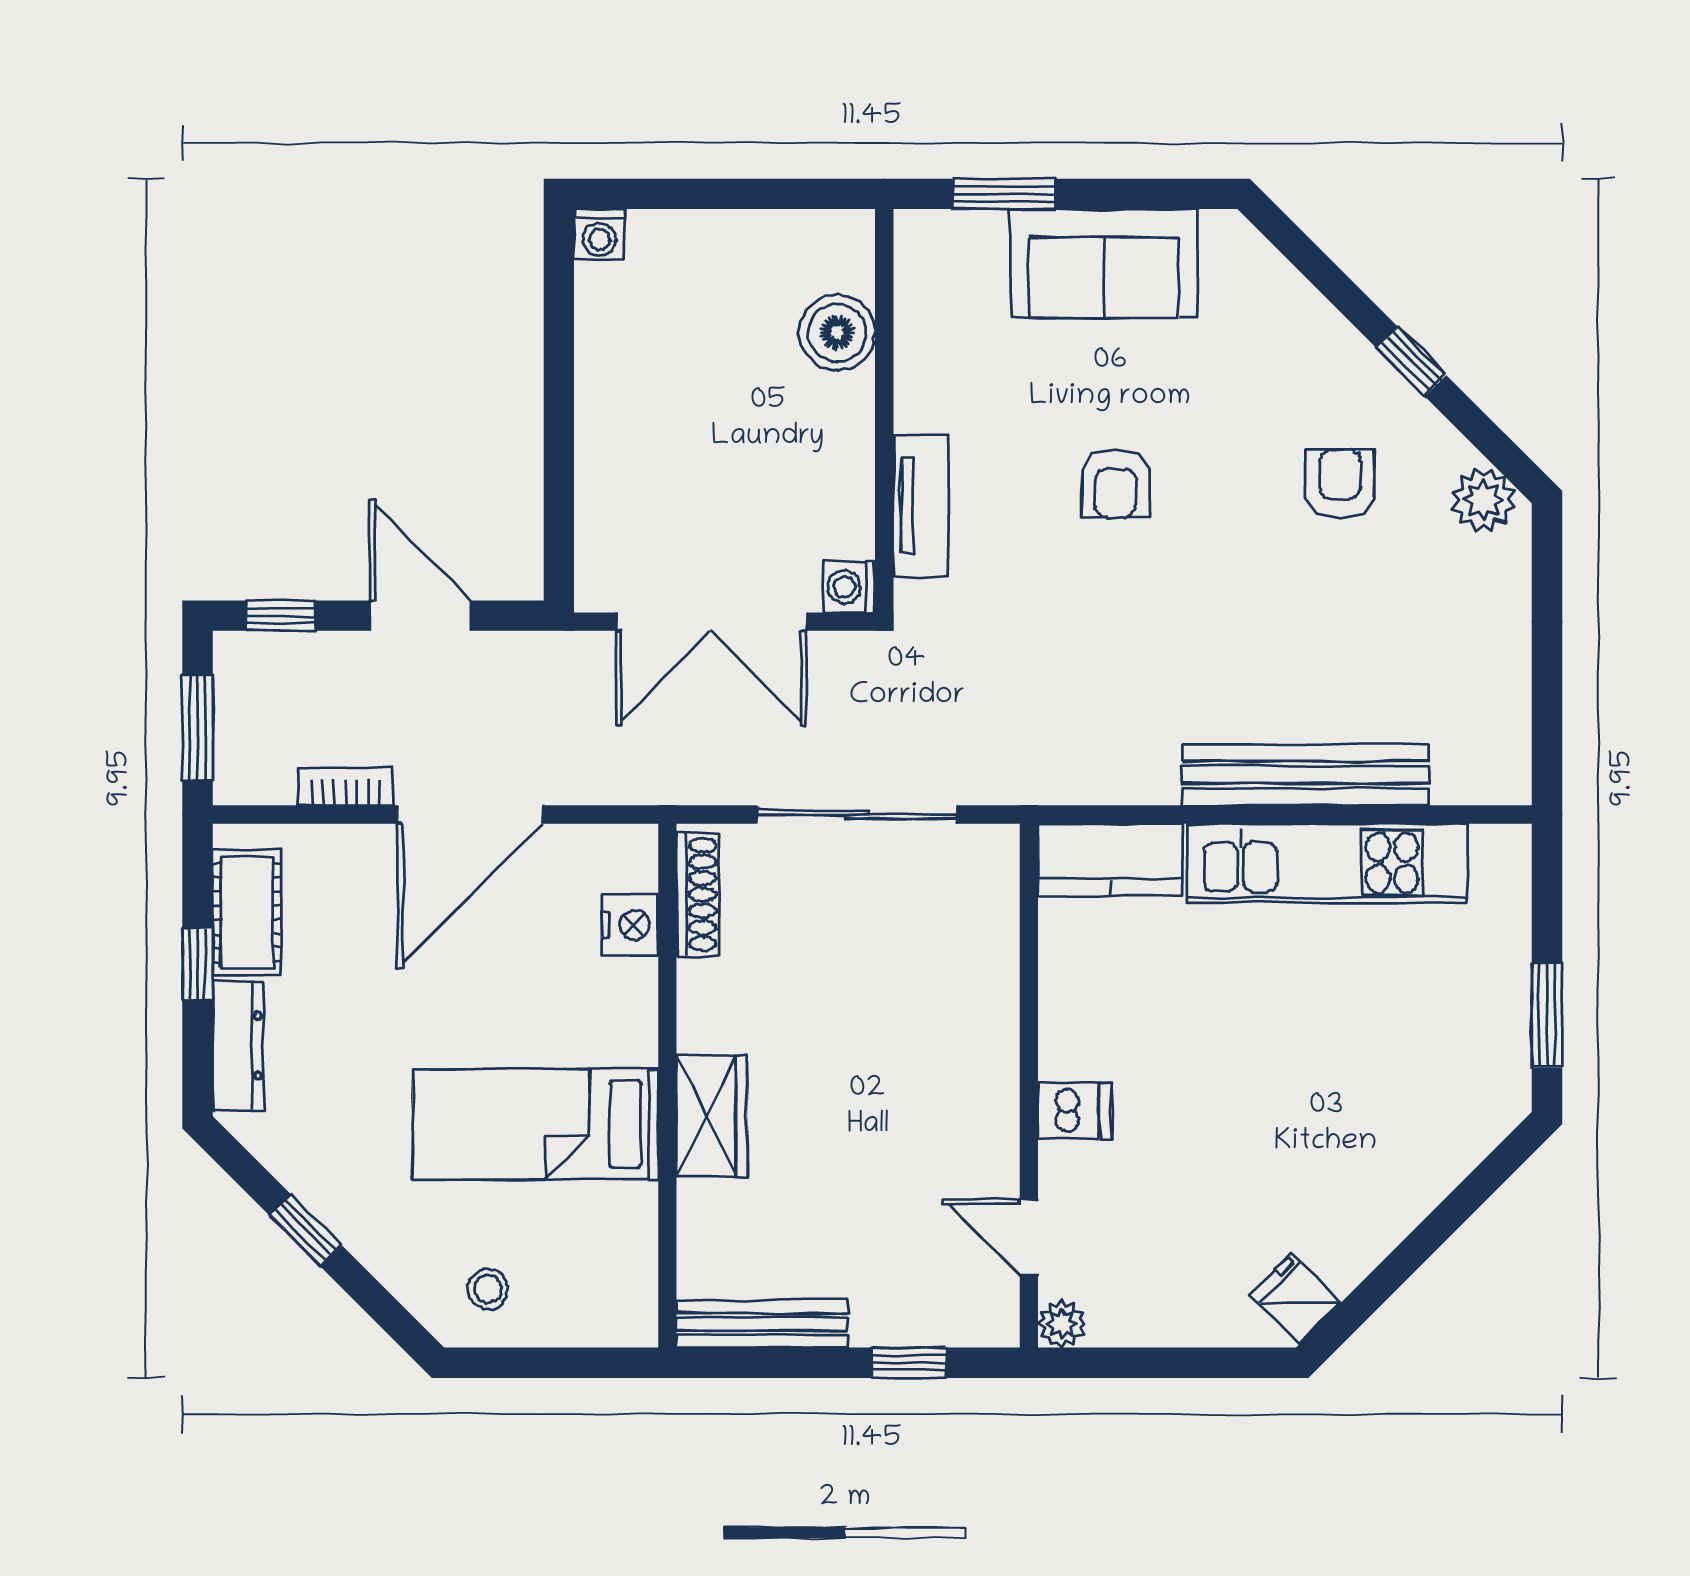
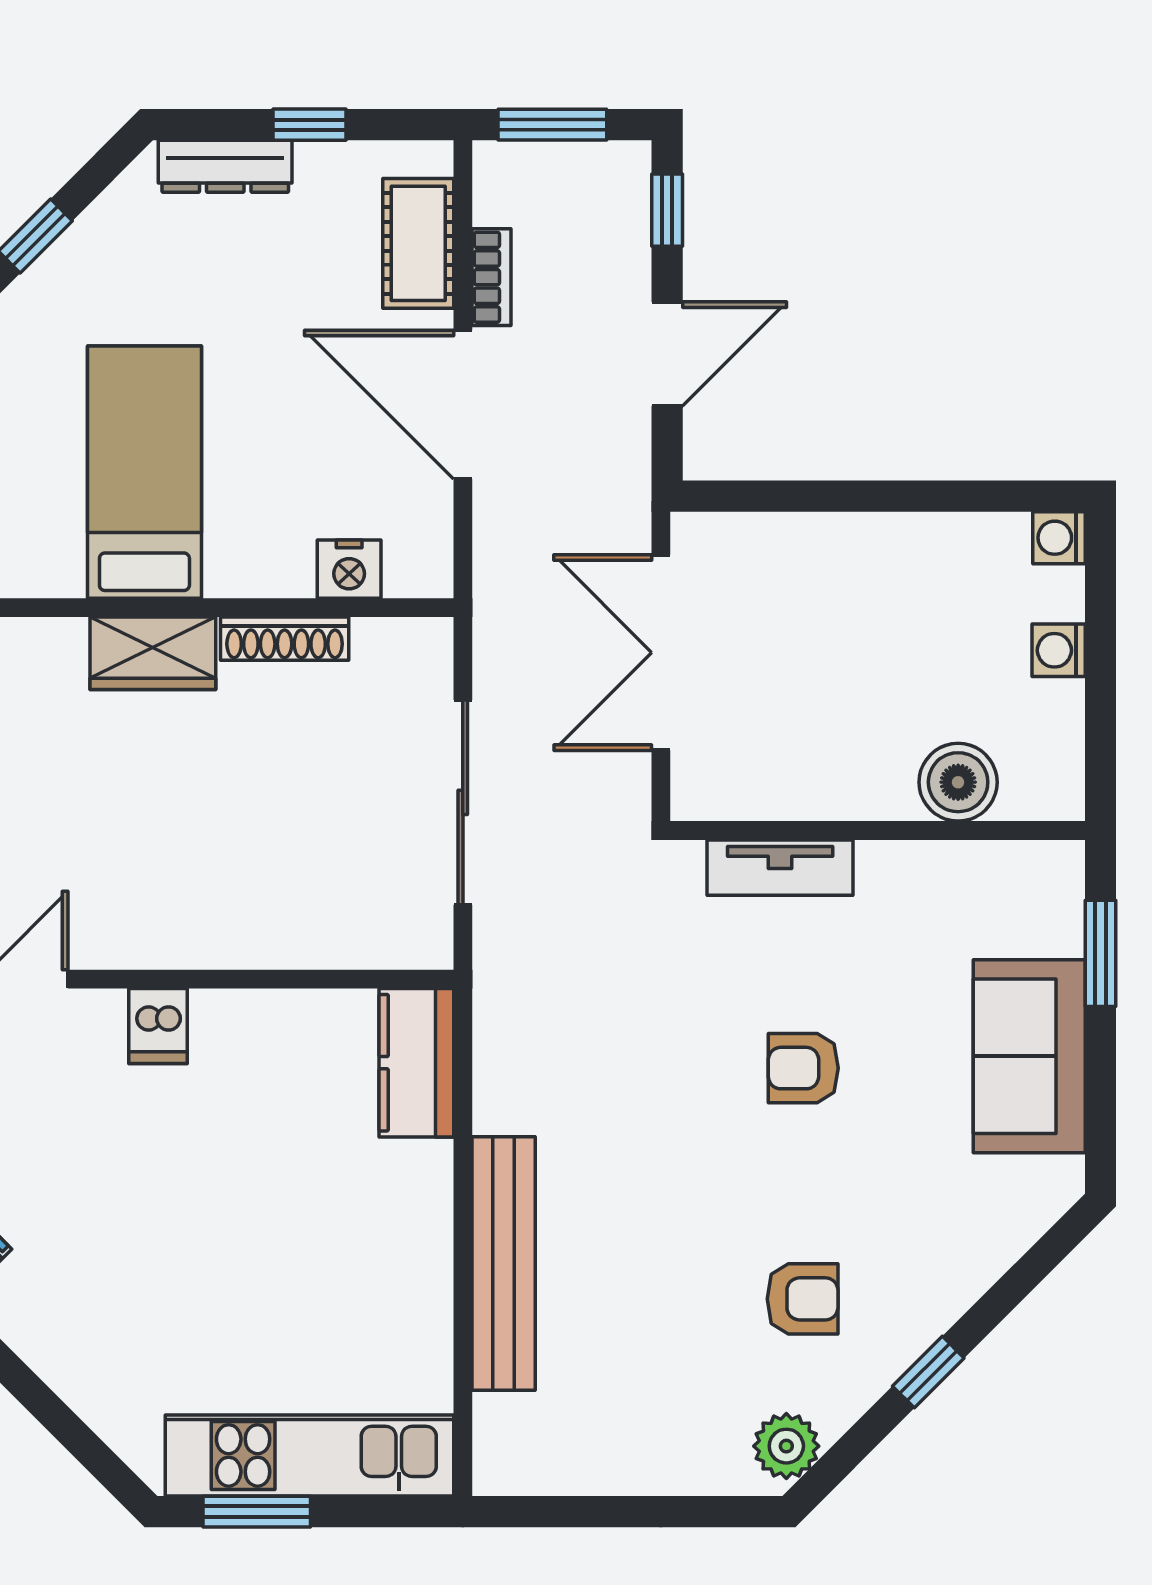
washing machine: (850, 587) -> (1059, 650), moved, turned -90
kitchen unit: (1328, 863) -> (309, 1455), moved, turned 90
shoe rack: (698, 895) -> (285, 639), moved
cot: (247, 913) -> (418, 243), moved, turned 90

